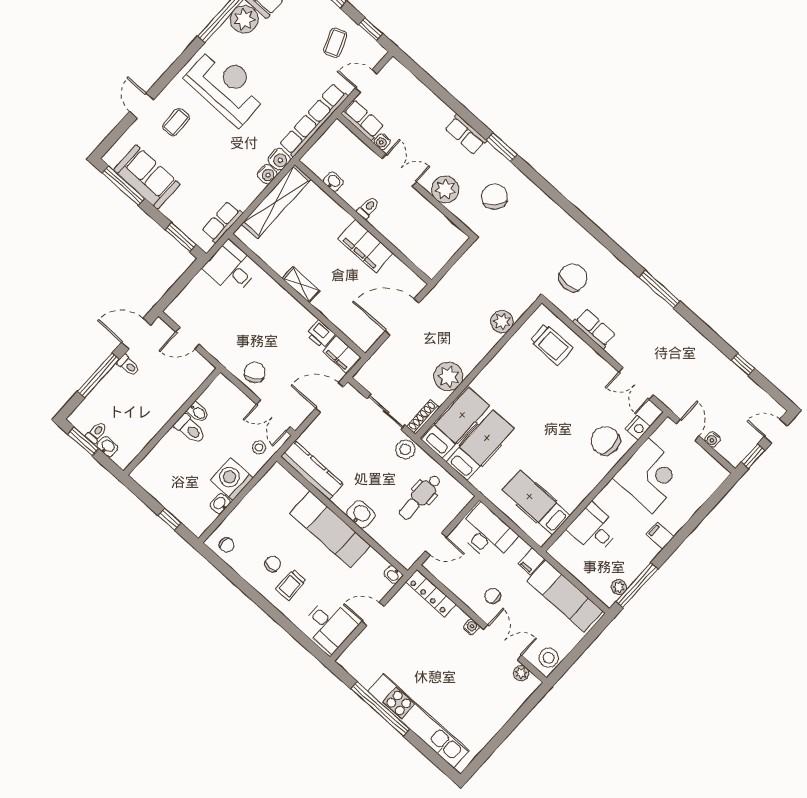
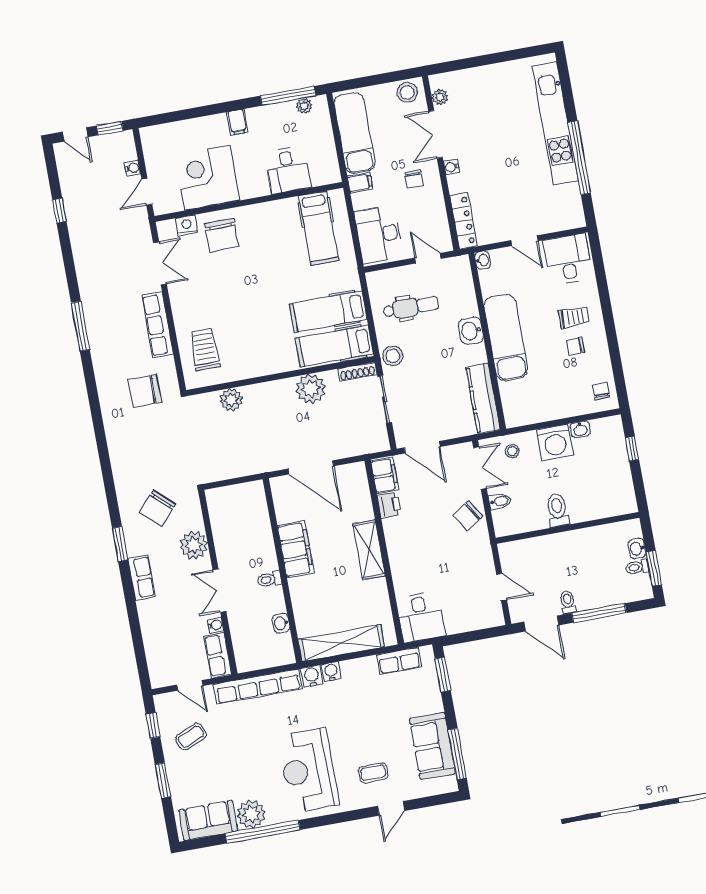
shelving: (301, 285) -> (369, 550), width x1.50, depth x1.33
row of seats: (594, 329) -> (158, 325), width x1.48
bidet: (198, 412) -> (500, 501), moved, turned 90

